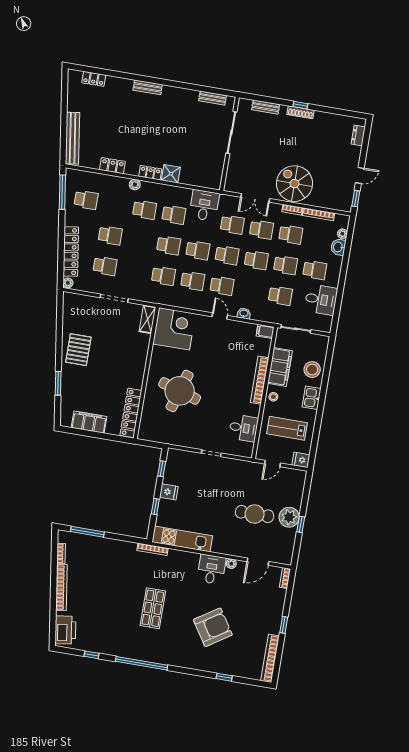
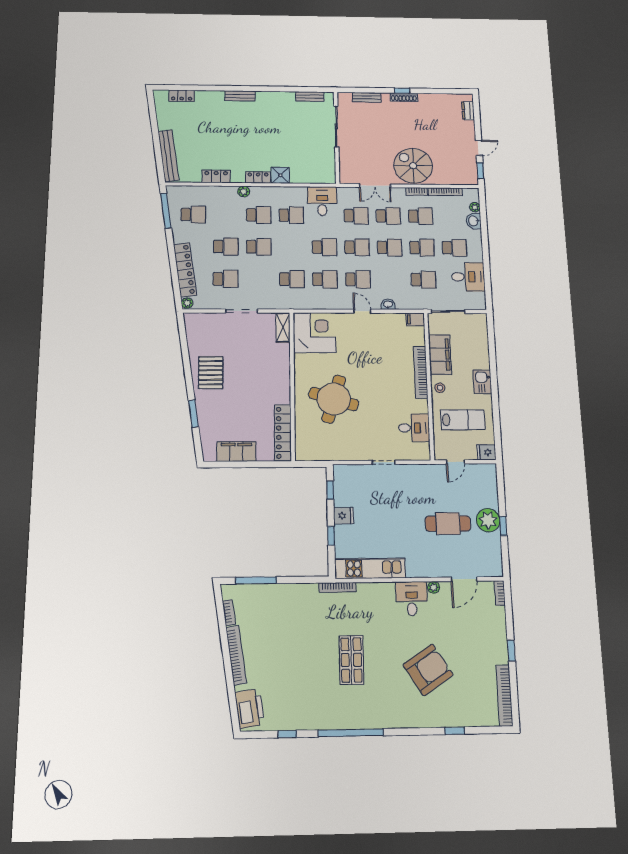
school desk: (169, 245) -> (259, 247), moved
stool: (312, 370) -> (476, 351), removed
lab bench: (287, 428) -> (463, 420), turned 180

